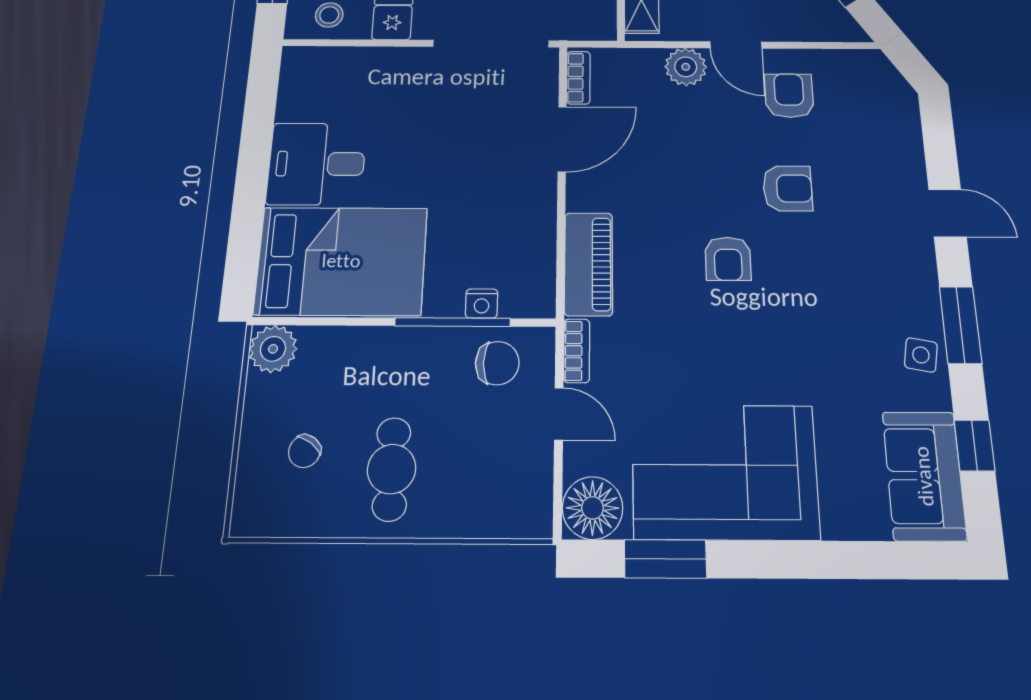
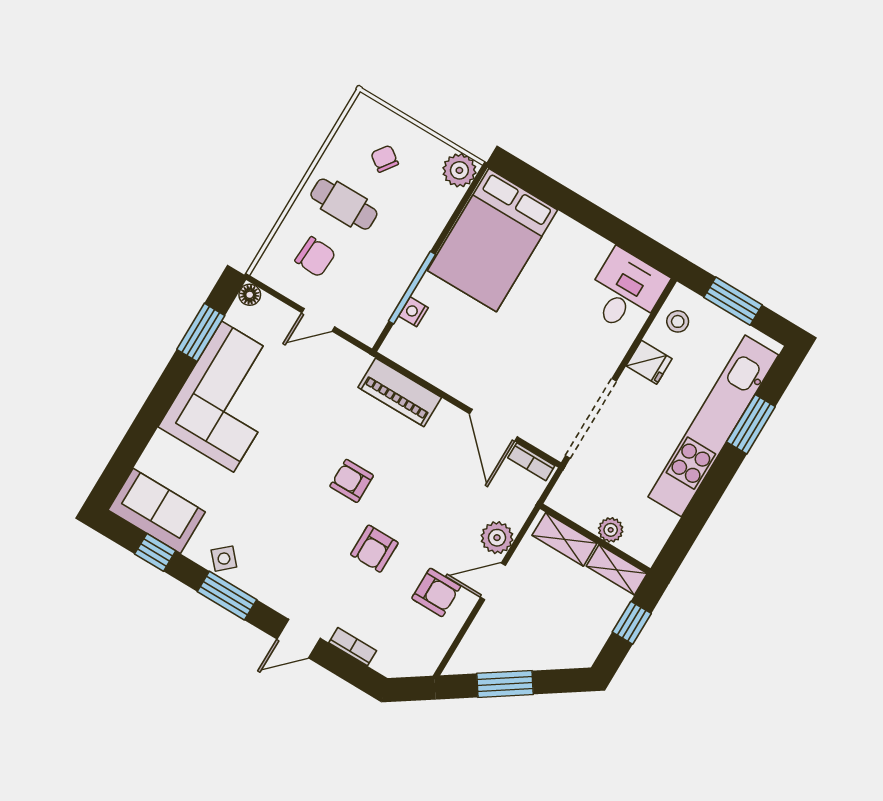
desk: (317, 164) -> (626, 292), moved
bookcase: (577, 351) -> (353, 647), moved, turned 180
side table: (921, 355) -> (224, 559), turned 38
chair: (497, 363) -> (315, 257), moved, turned -87
floor lamp: (593, 508) -> (250, 295), width x0.53, depth x0.53

